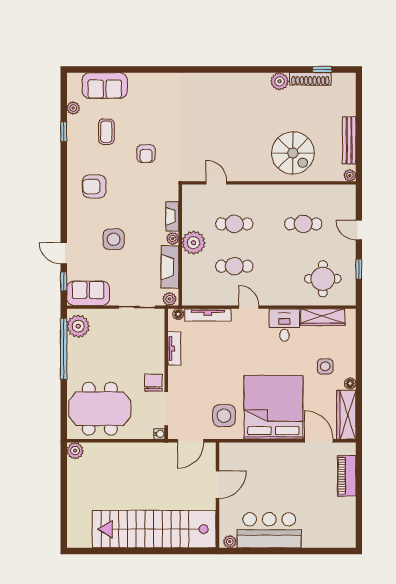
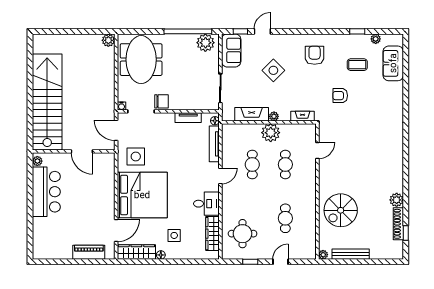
fireplace: (172, 216) -> (303, 116), moved
side table: (114, 239) -> (273, 70), turned 45
plant: (169, 299) -> (227, 114), removed

